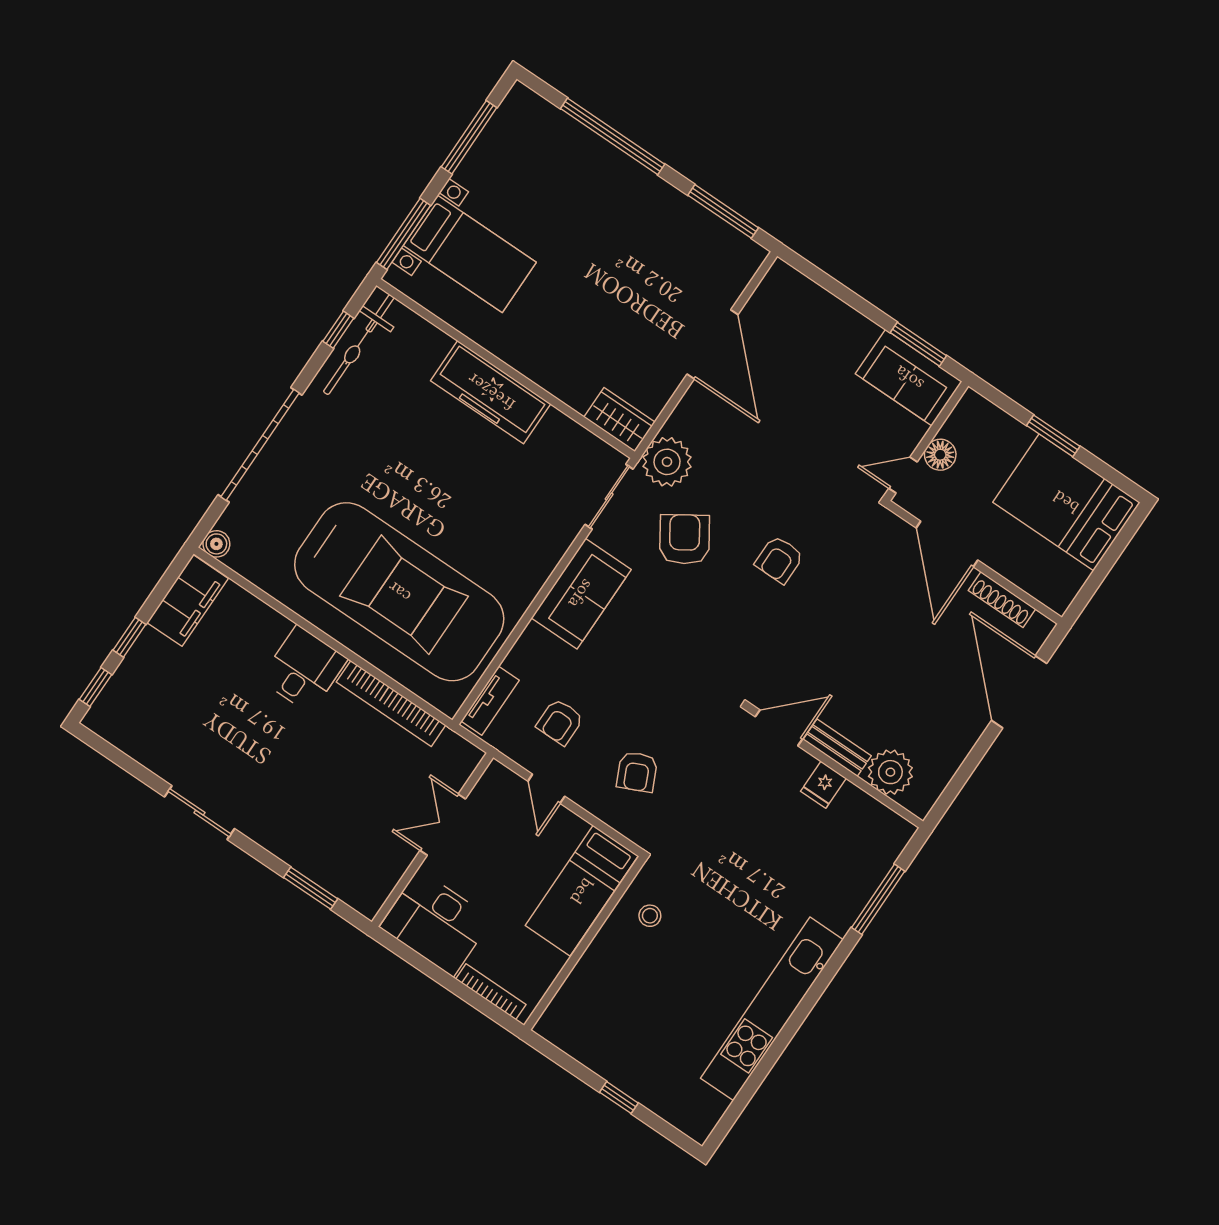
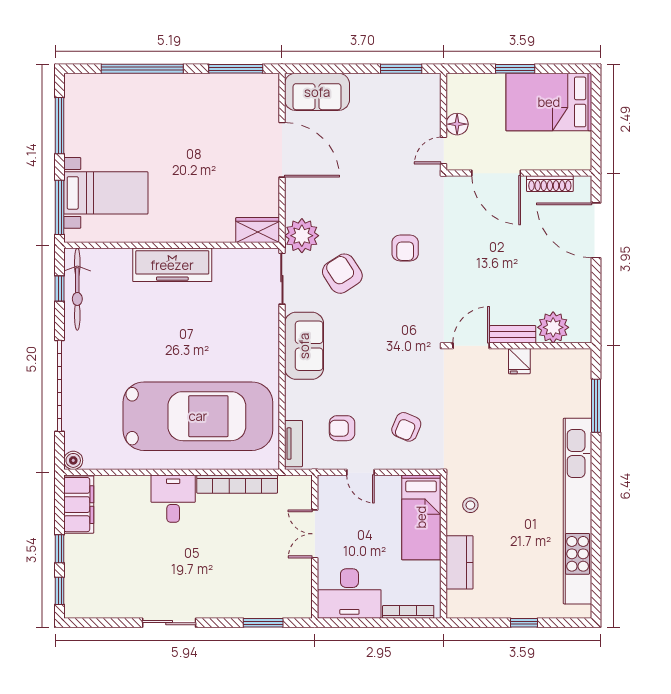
sofa: (909, 378) -> (317, 92), moved
armchair: (560, 722) -> (342, 428), turned 90
armchair: (637, 772) -> (406, 427), turned 48
kitchen counter: (591, 975) -> (460, 562), added
kitchen unit: (772, 1009) -> (578, 511), width x1.36

